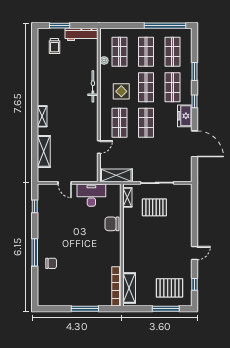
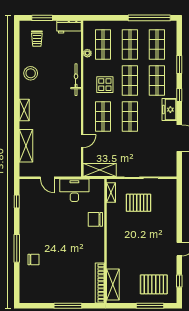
workbench: (81, 34) -> (69, 27), width x0.73
stool: (48, 80) -> (31, 73), added

